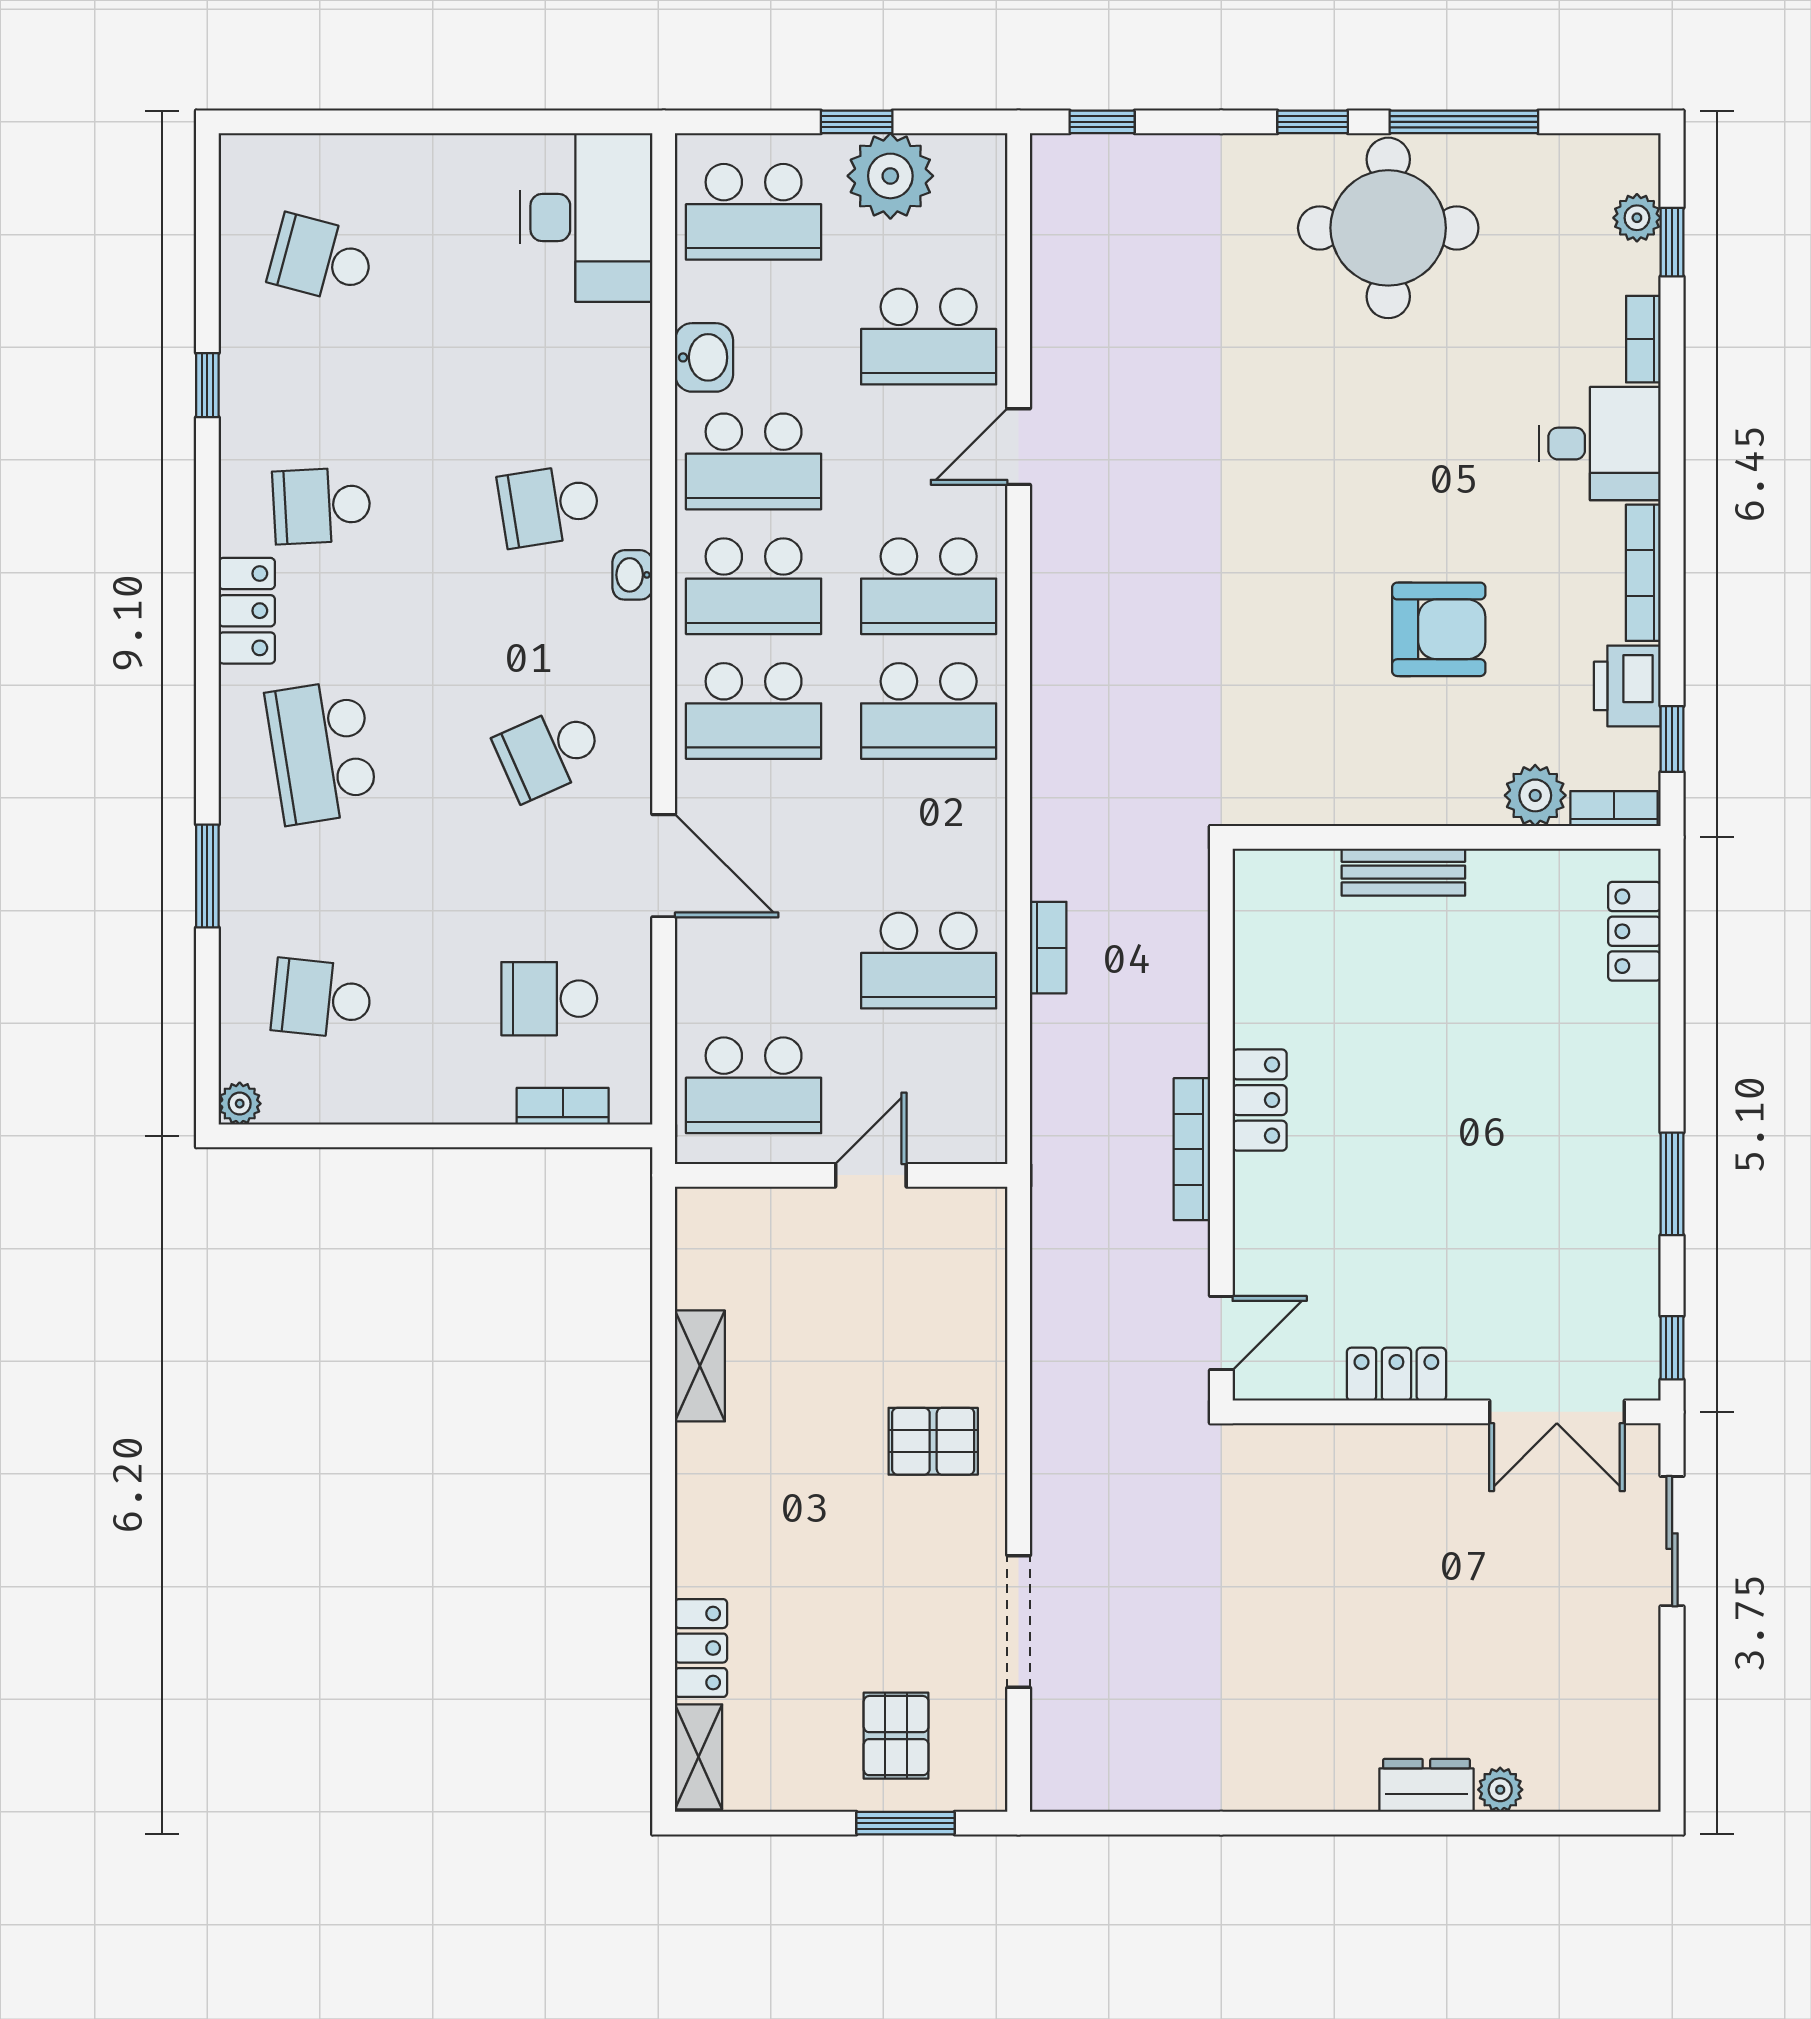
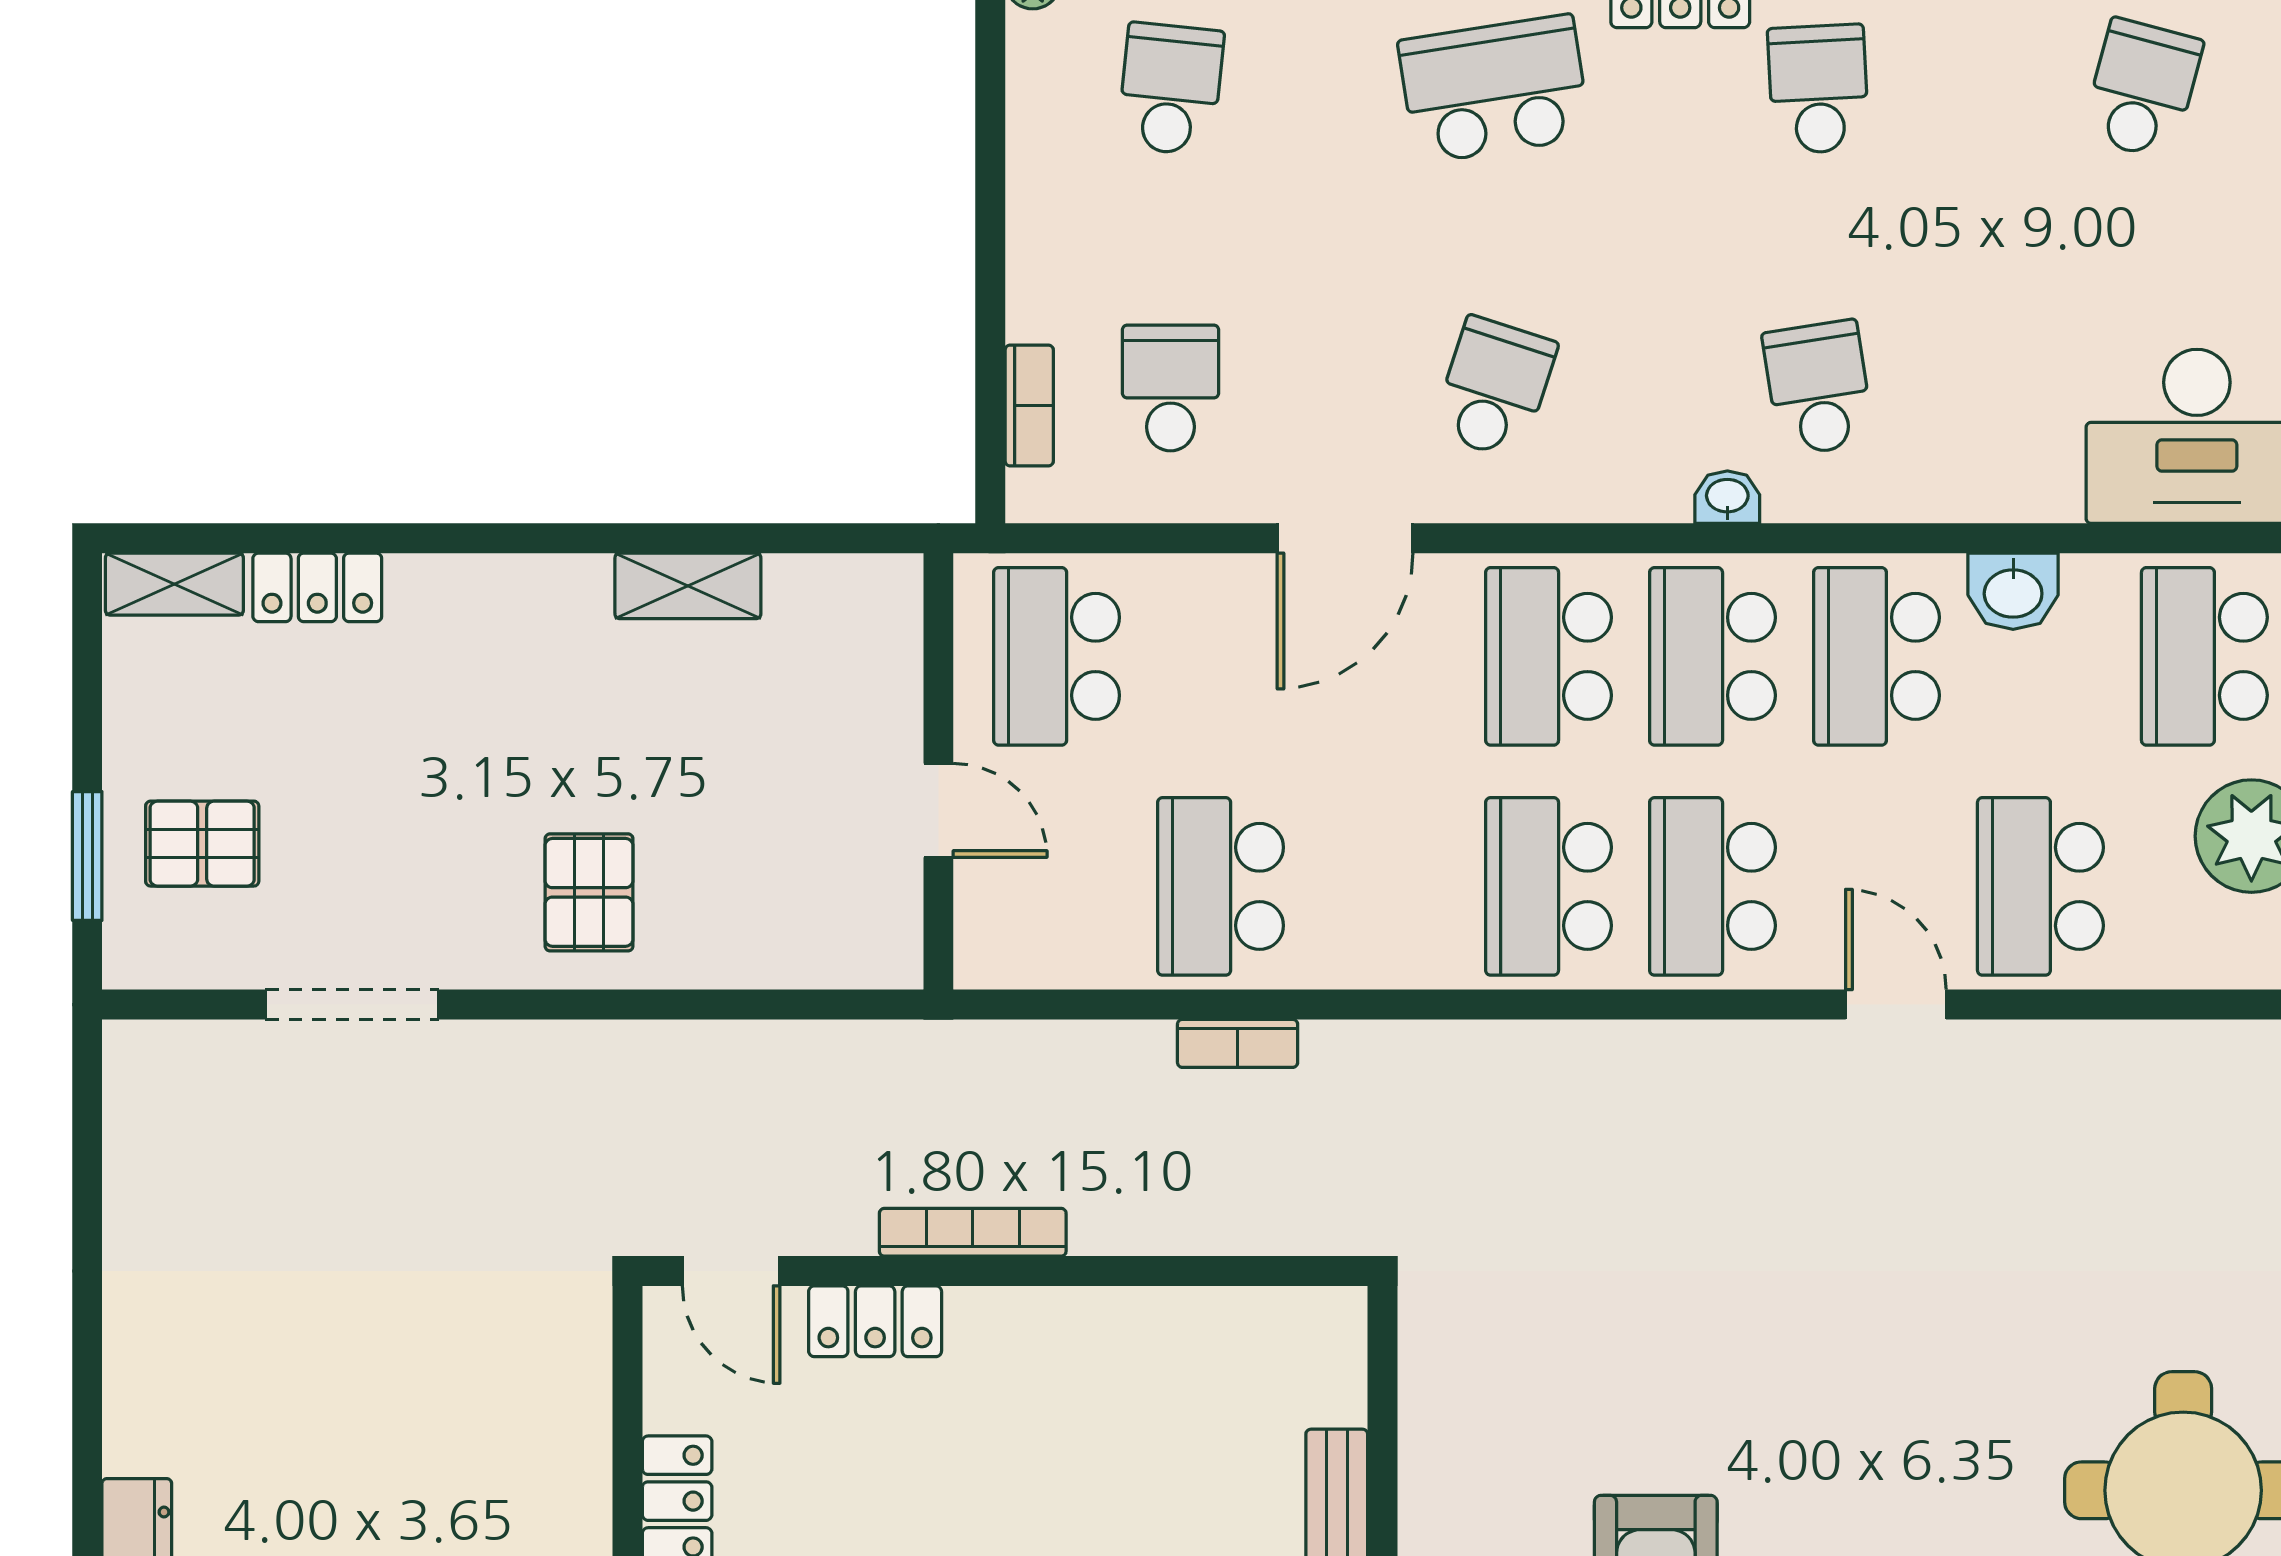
school desk: (549, 752) -> (1494, 388), turned 42
locker: (1260, 1100) -> (875, 1321), moved

